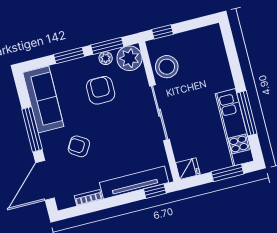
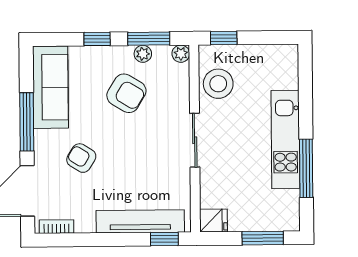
window: (69, 56) -> (97, 39), width x0.67
plant: (129, 58) -> (181, 54), width x0.53, depth x0.53
armchair: (101, 90) -> (126, 93), turned 121
sliding door: (160, 113) -> (195, 140), width x0.73
kitchen unit: (234, 127) -> (285, 139), moved
bookcase: (88, 198) -> (57, 227), moved

